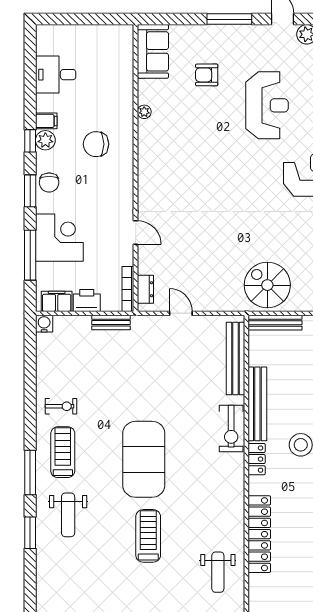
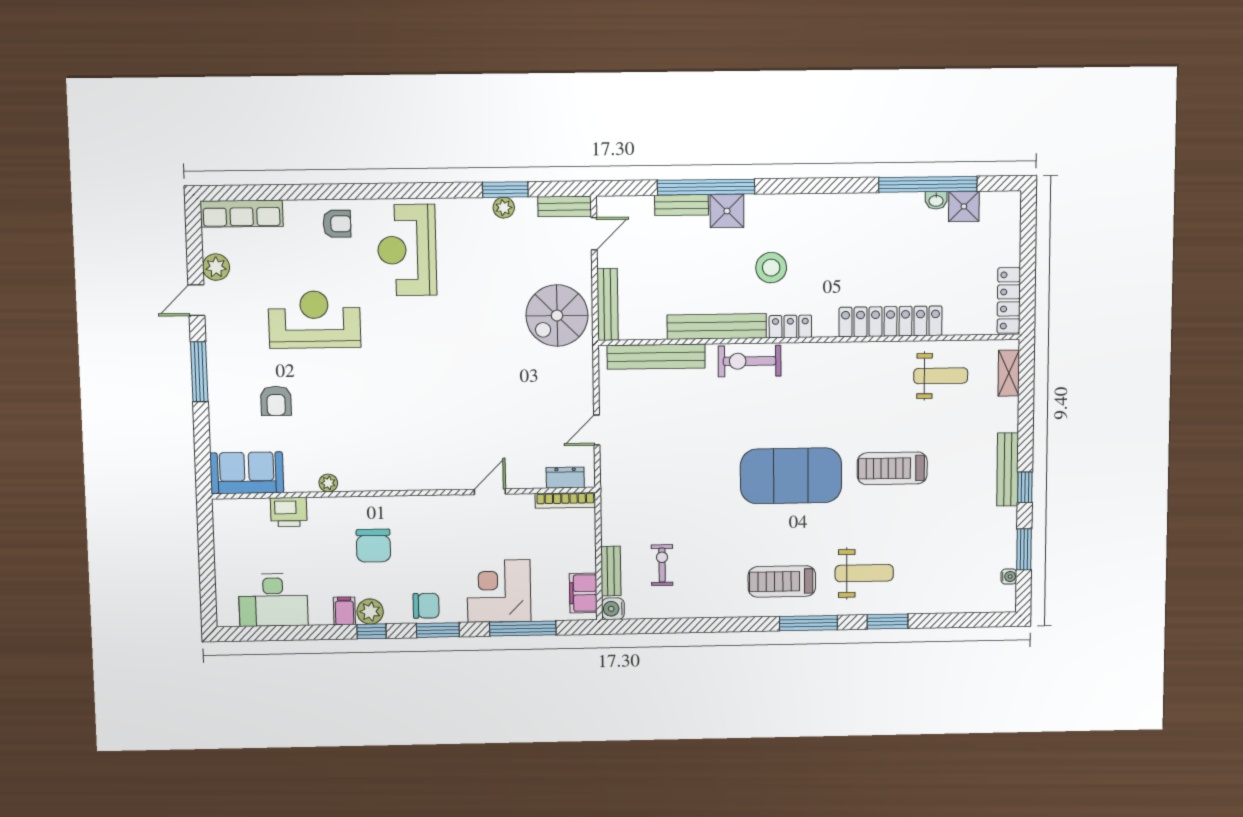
desk: (56, 75) -> (273, 600), width x1.37
printer: (87, 301) -> (289, 512), moved, turned -90
bench: (111, 323) -> (611, 571), moved
exercise bike: (61, 406) -> (662, 565), moved
exercise bike: (231, 428) -> (750, 361), turned 180

